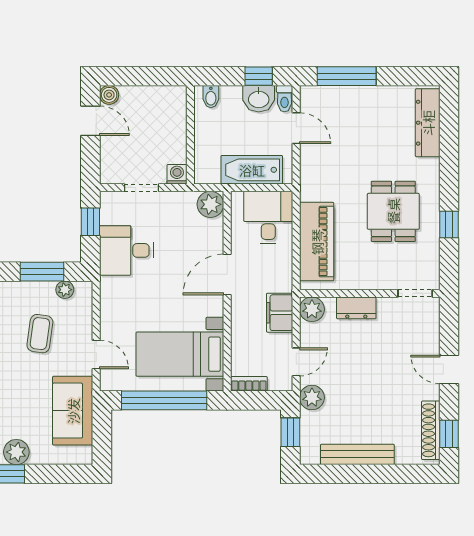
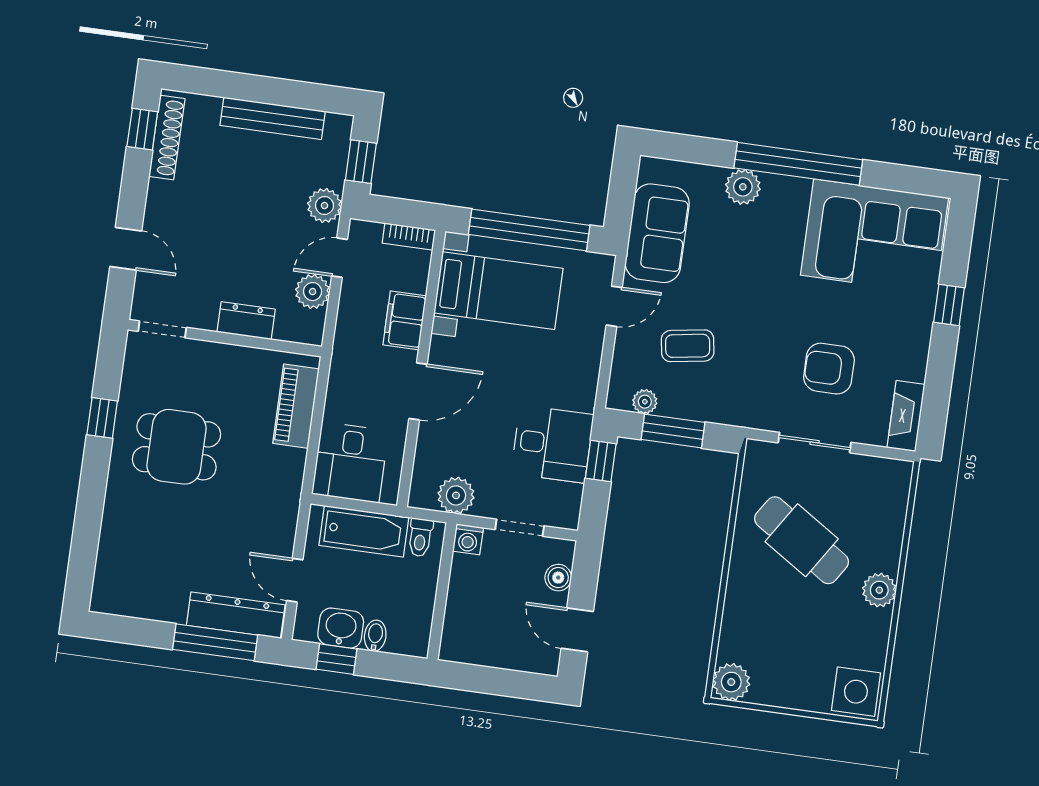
boiler: (109, 95) -> (558, 578), moved
bidet: (211, 97) -> (375, 636), moved
toilet: (284, 99) -> (420, 537), moved, turned 180
dresser: (428, 123) -> (236, 615), moved, turned -90
plant: (210, 204) -> (456, 495), moved
dining table: (393, 211) -> (177, 447), turned 90
window: (90, 222) -> (601, 461), moved
piano: (317, 242) -> (296, 406), width x0.73, depth x0.75
plant: (312, 309) -> (313, 292), moved
filing cabinet: (280, 313) -> (405, 320), moved, turned 180
coffee table: (40, 334) -> (688, 346), turned 73
door: (96, 354) -> (614, 306), swing flipped
door: (449, 369) -> (126, 249), moved

